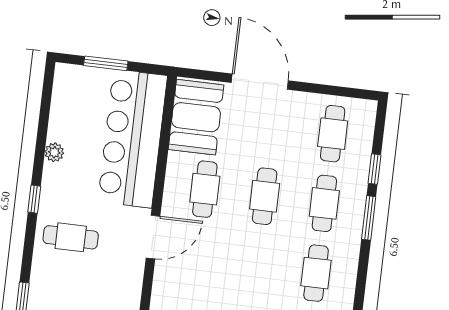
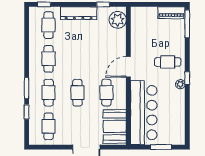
plant: (54, 152) -> (180, 84), moved

